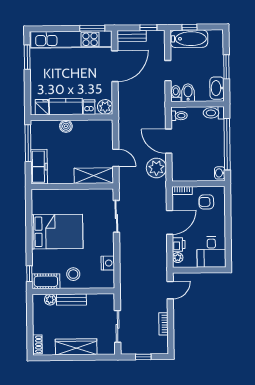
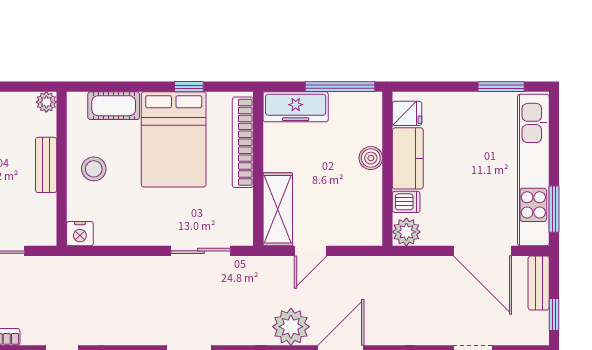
bookcase: (58, 195) -> (243, 142), added
nightstand: (108, 263) -> (80, 234), moved
window: (29, 274) -> (189, 87), moved
cot: (46, 281) -> (114, 106), moved, turned 90
plant: (50, 300) -> (46, 102), moved

